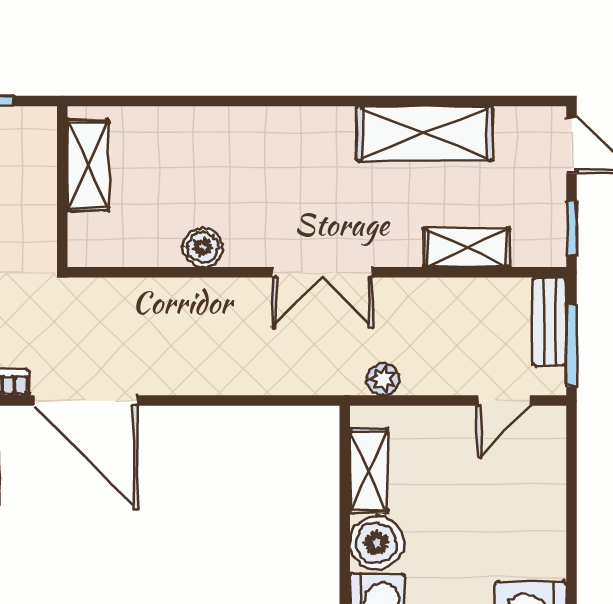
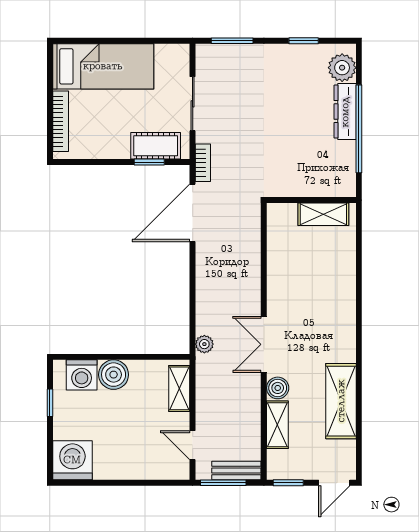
boiler: (203, 247) -> (278, 388), moved
plant: (383, 379) -> (204, 344), moved
shelving: (369, 471) -> (179, 388), moved, turned 90

